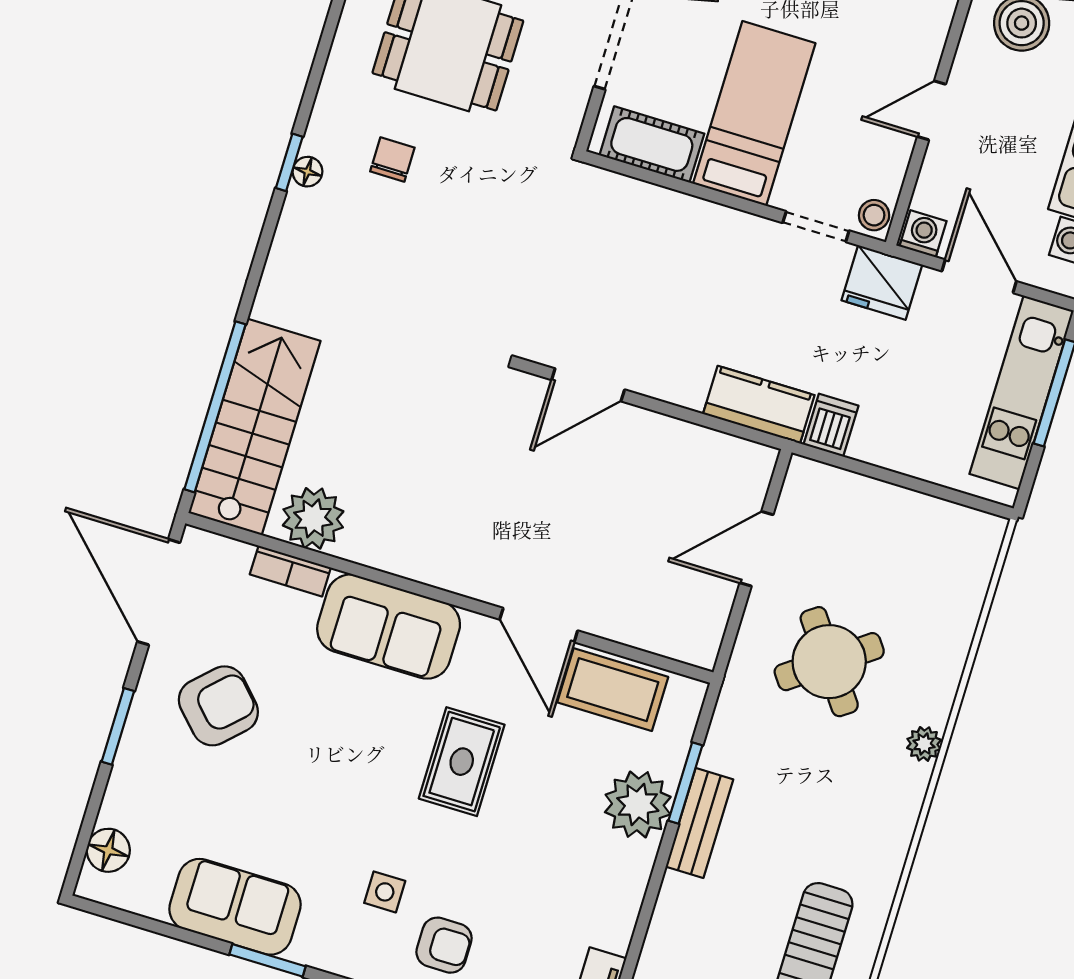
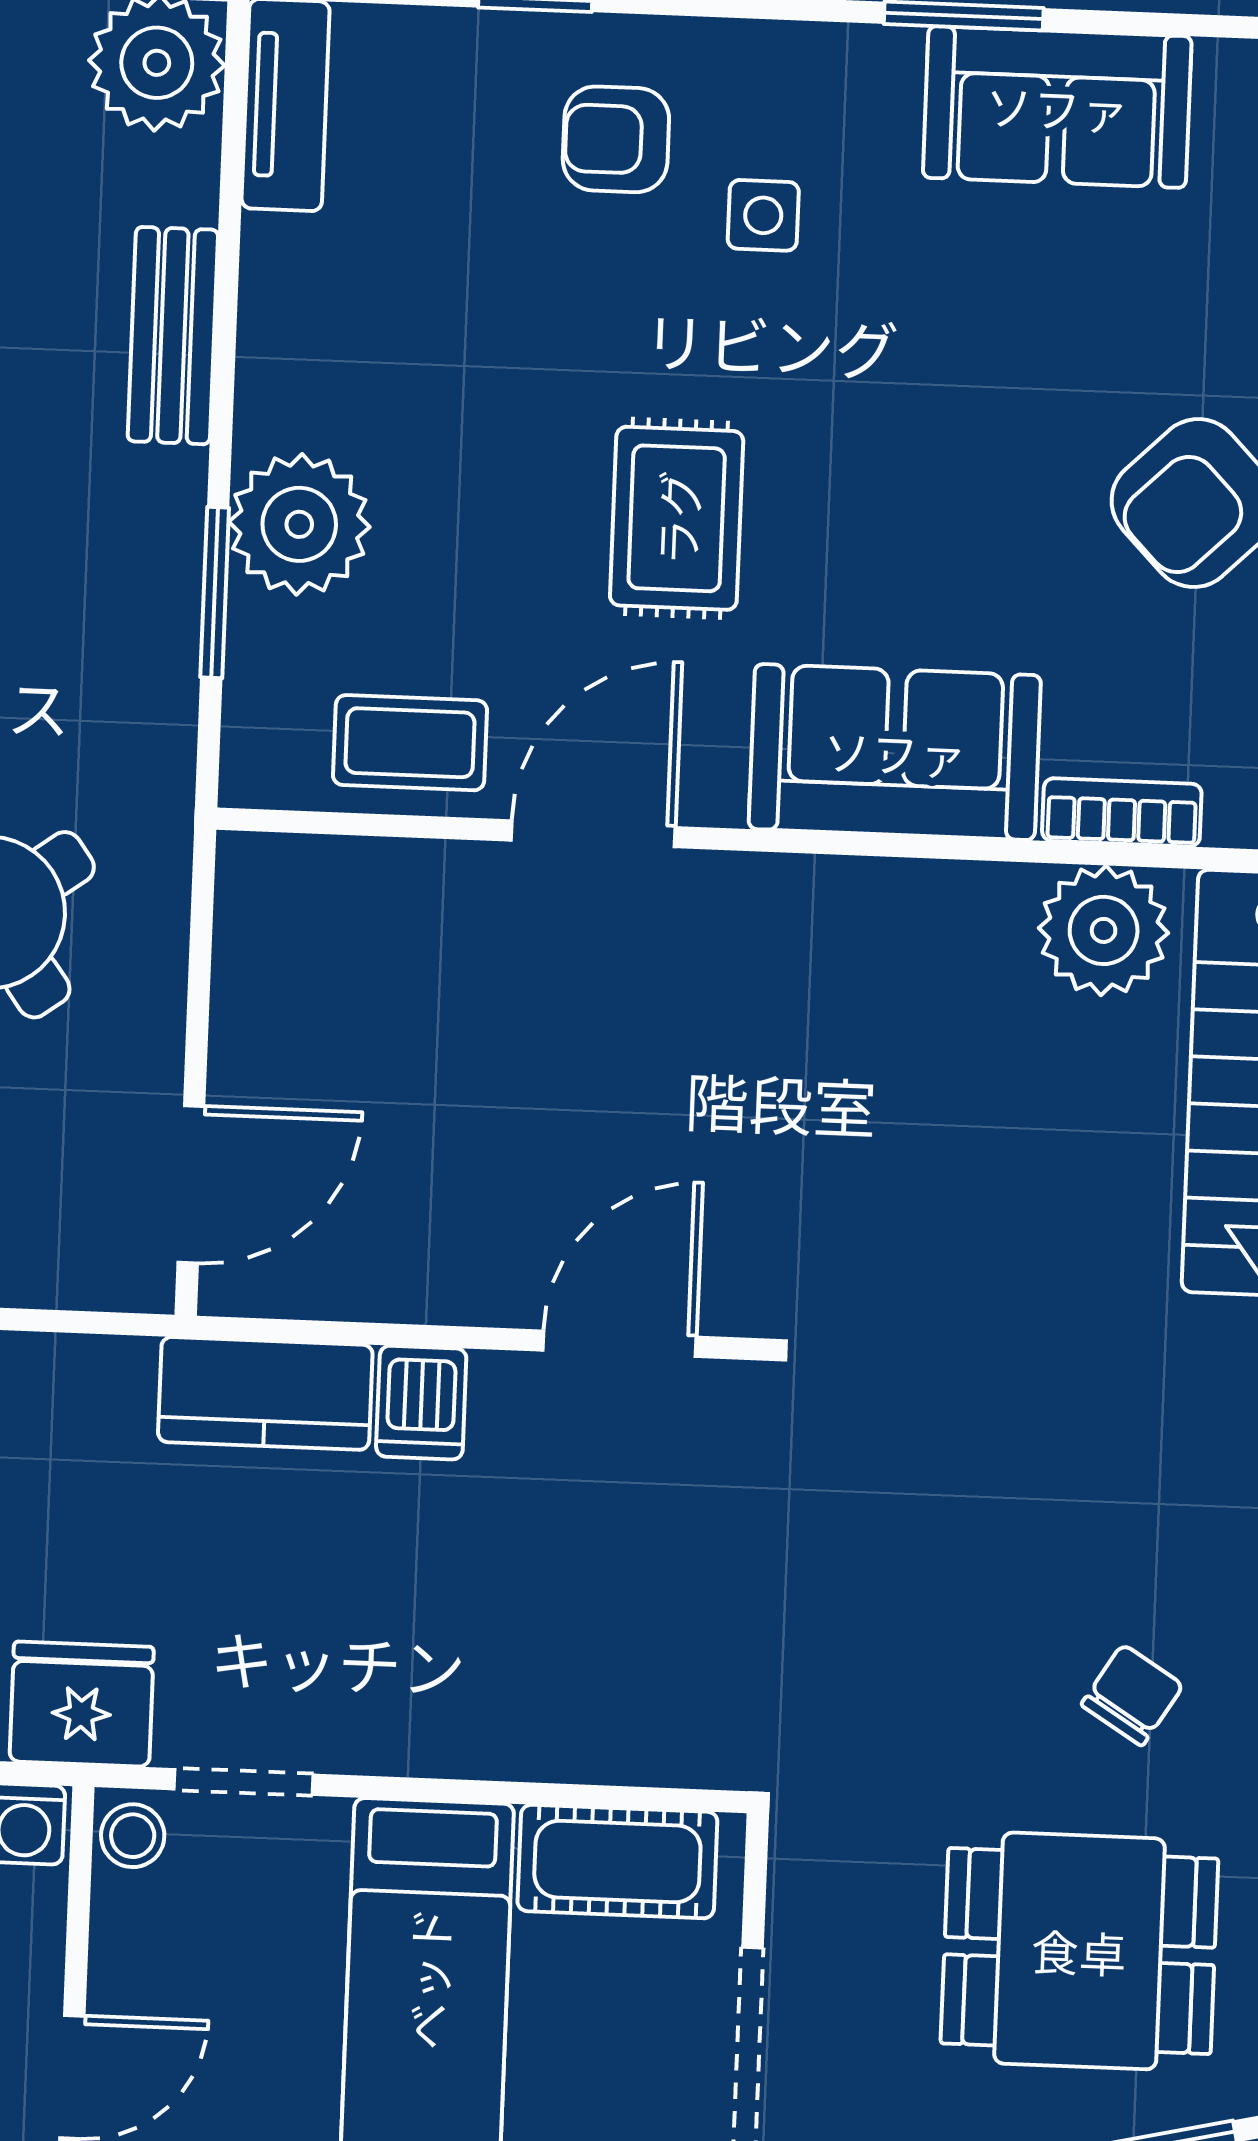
chair: (392, 159) -> (1132, 1695), turned -148
dishwasher: (831, 425) -> (421, 1403), moved
door: (757, 549) -> (191, 1184), moved
door: (539, 625) -> (593, 834), hinge flipped
coffee table: (613, 690) -> (410, 743), width x0.73, depth x0.77
bench: (699, 823) -> (173, 336), moved

